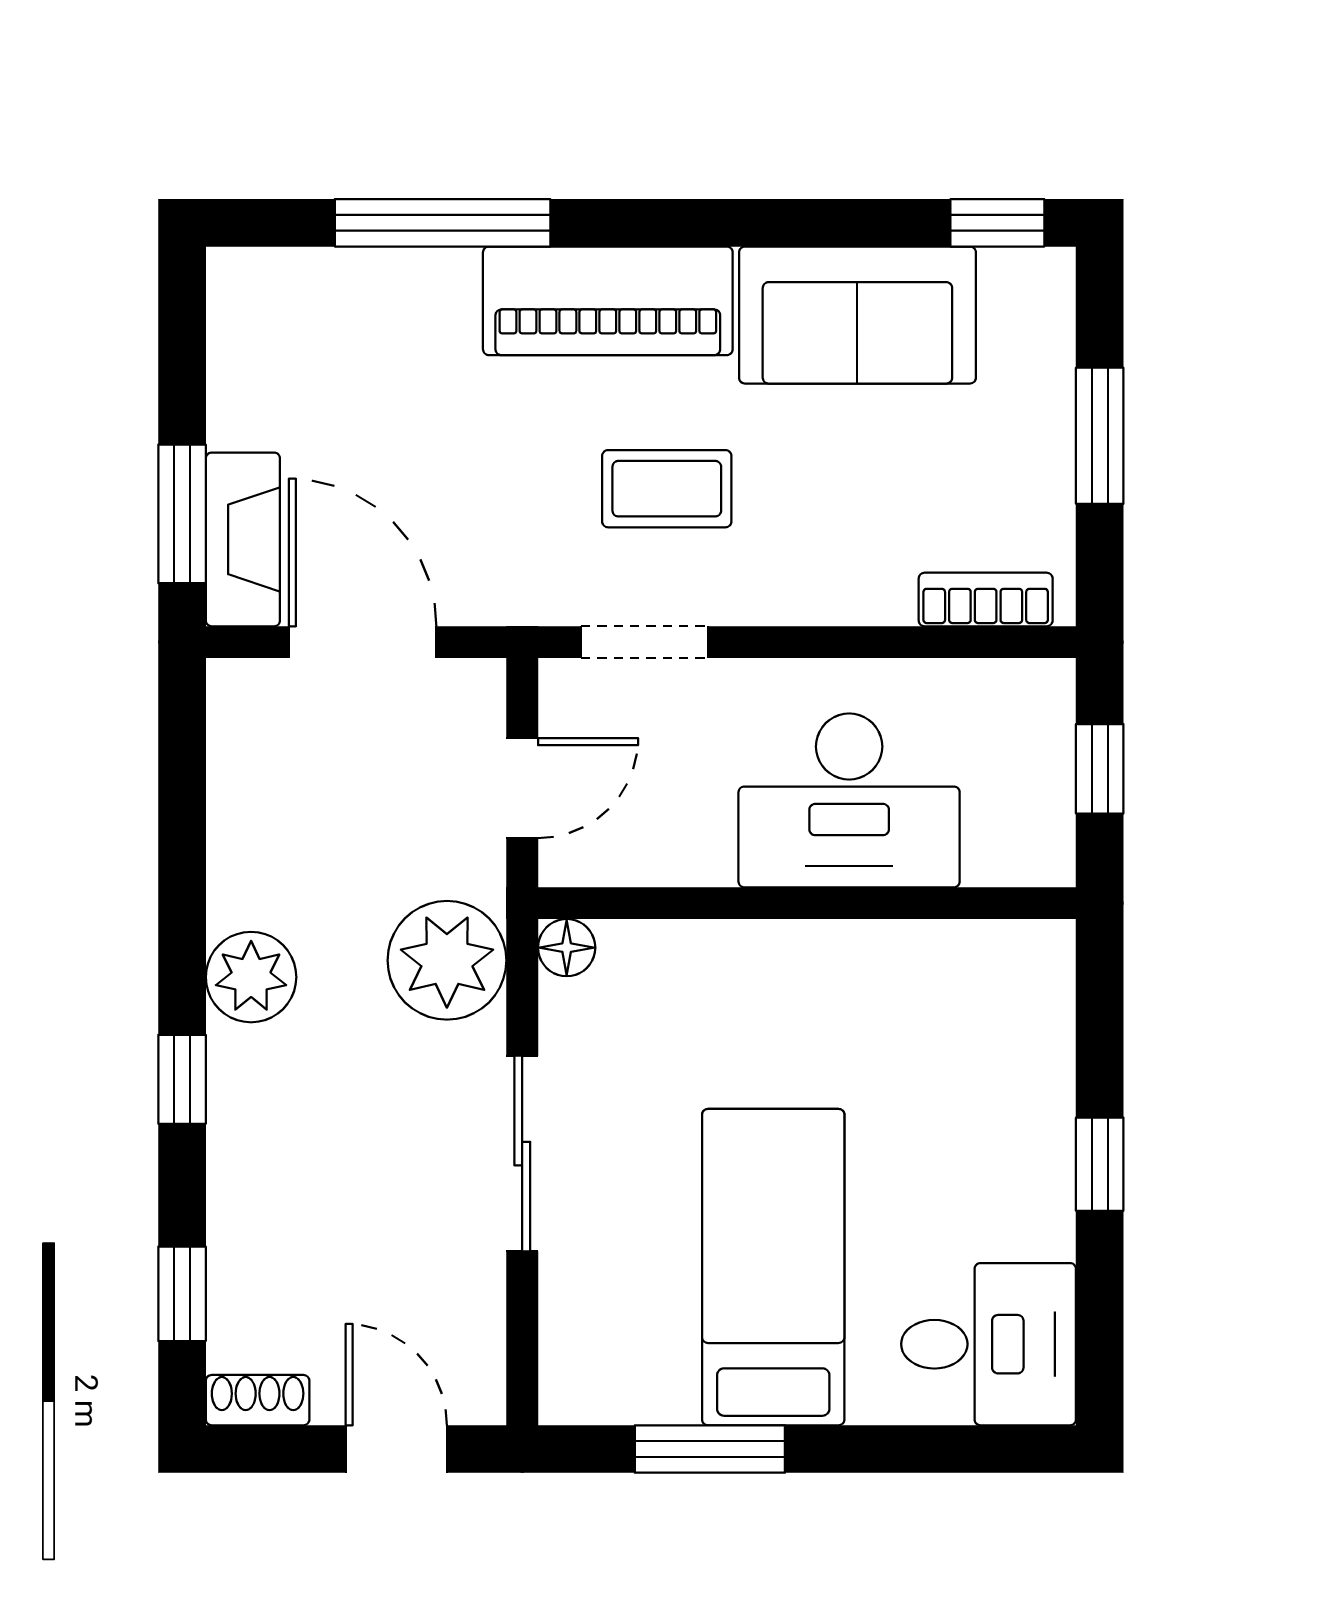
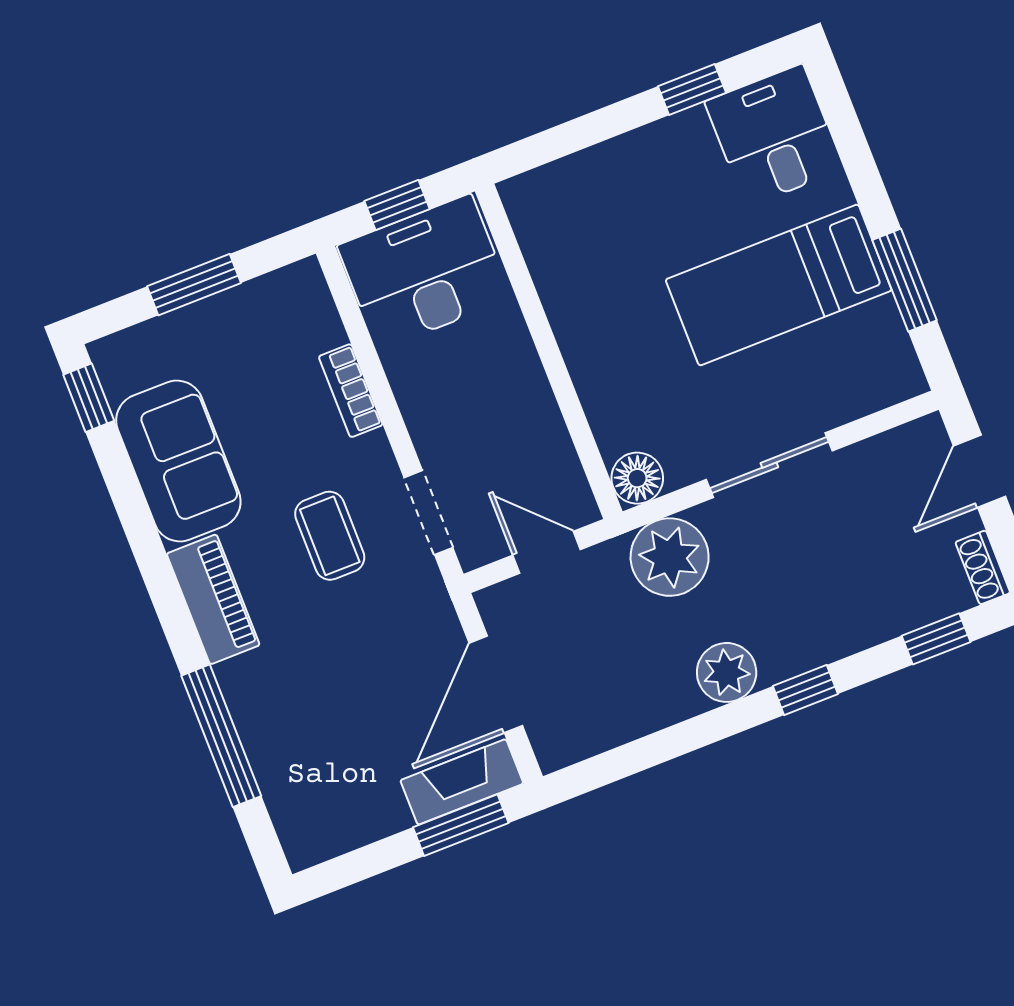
piano: (608, 301) -> (213, 599), width x0.73, depth x0.75
bookcase: (986, 599) -> (351, 391), moved
desk: (849, 800) -> (424, 272), moved, turned -90
floor lamp: (567, 948) -> (637, 478), width x1.37, depth x1.37
window: (1100, 1164) -> (692, 89), moved

